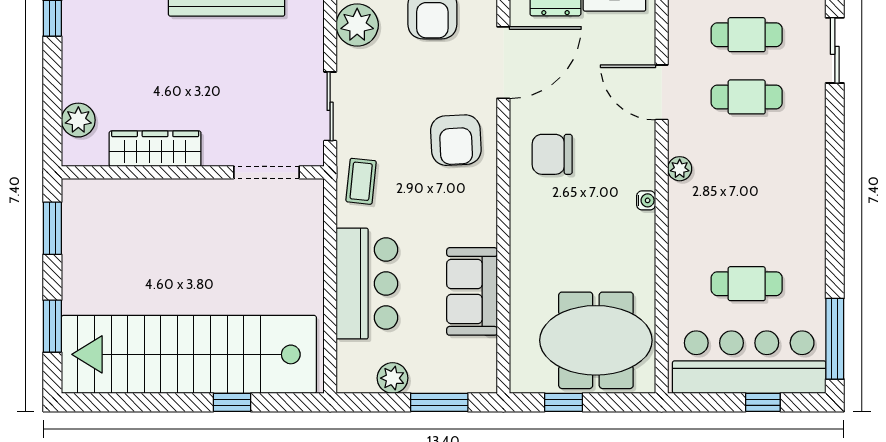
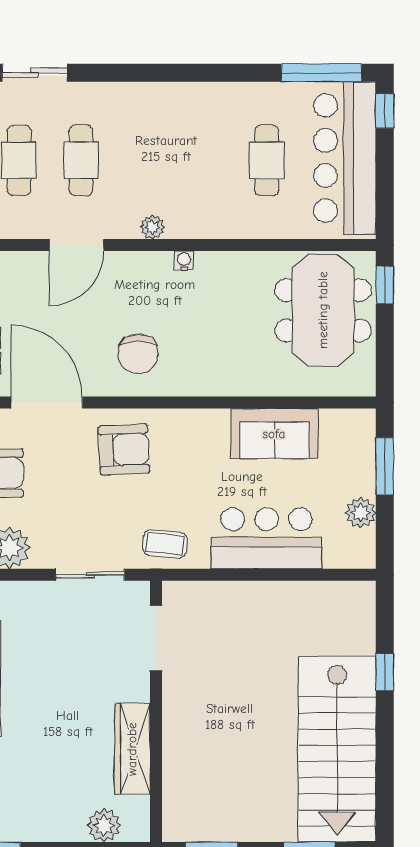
stairs: (189, 354) -> (337, 749), width x0.73
window: (564, 402) -> (385, 285), moved
window: (763, 402) -> (385, 111), moved

